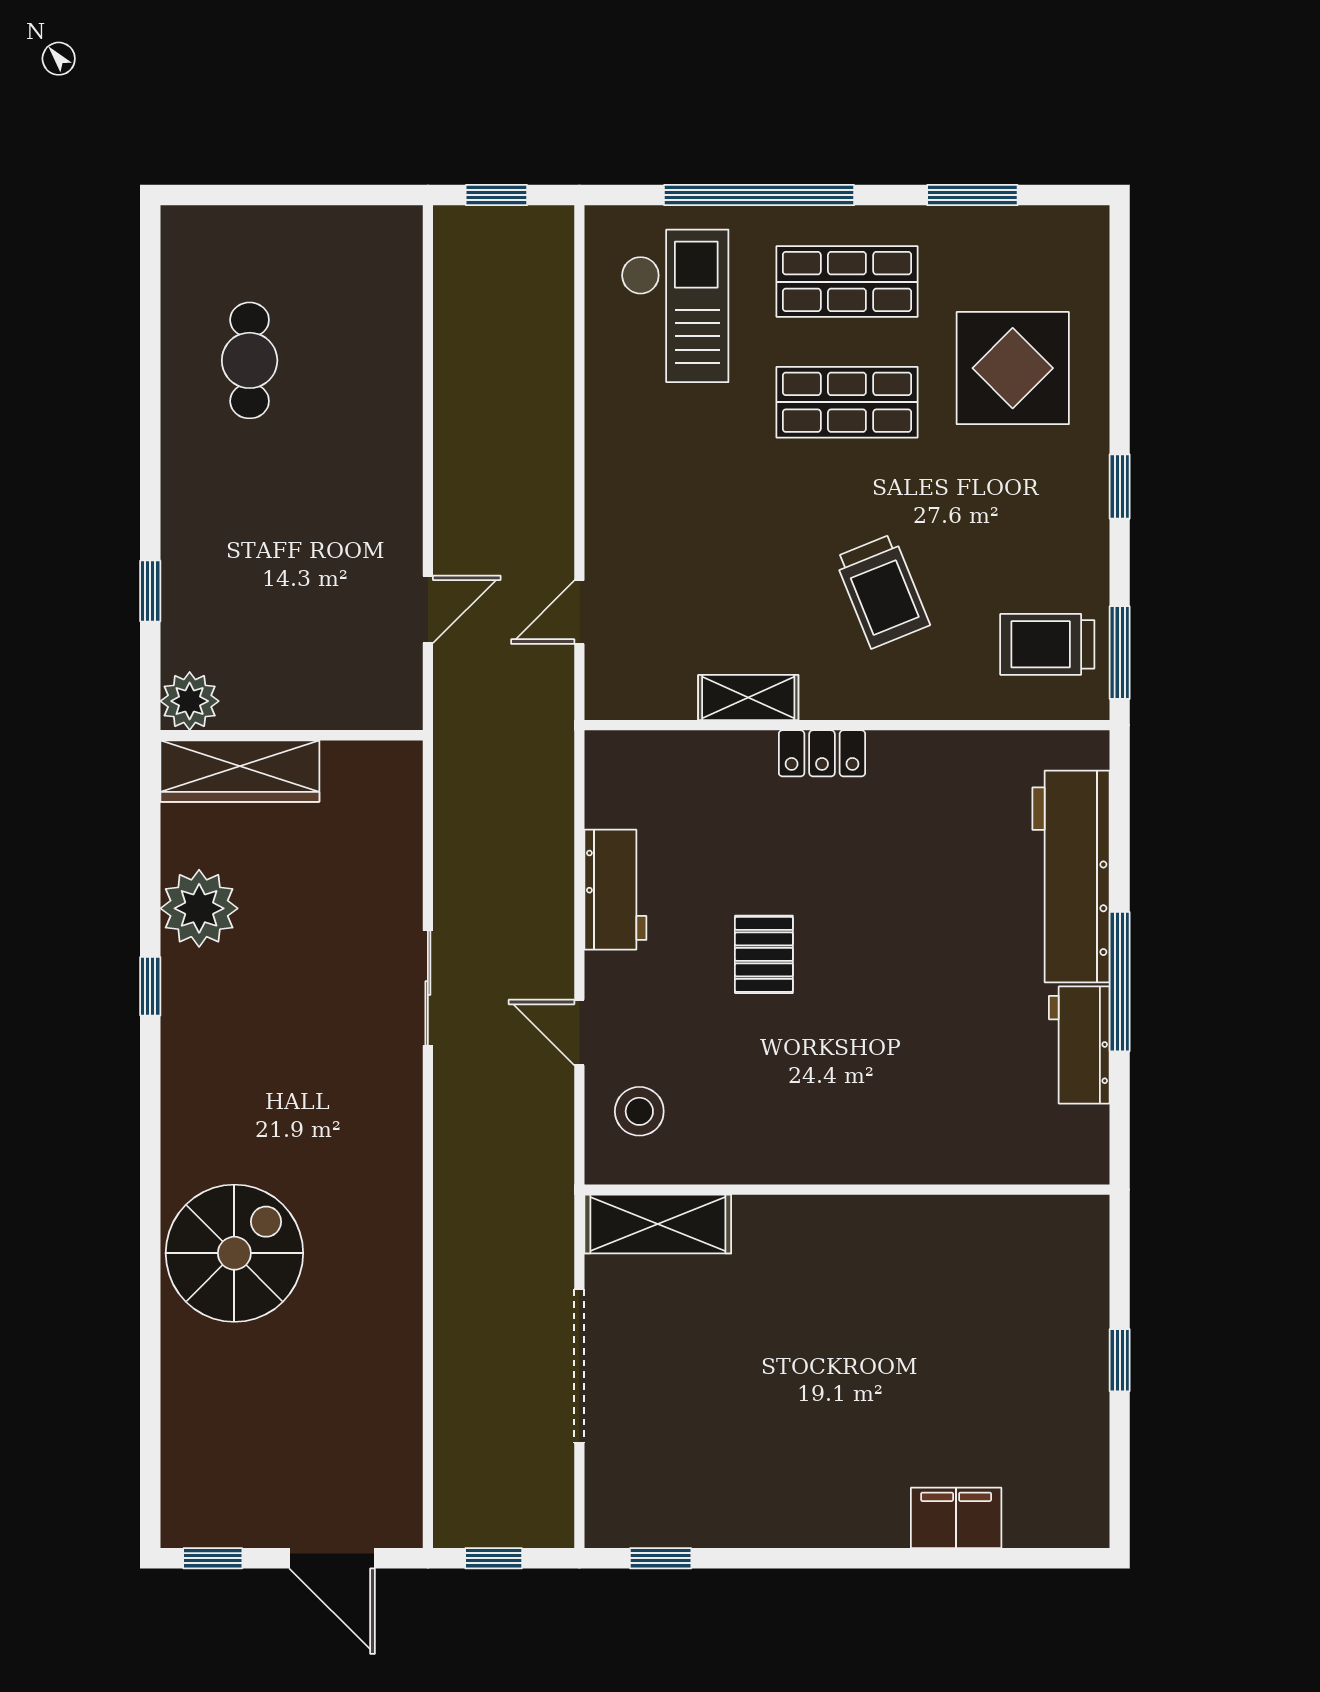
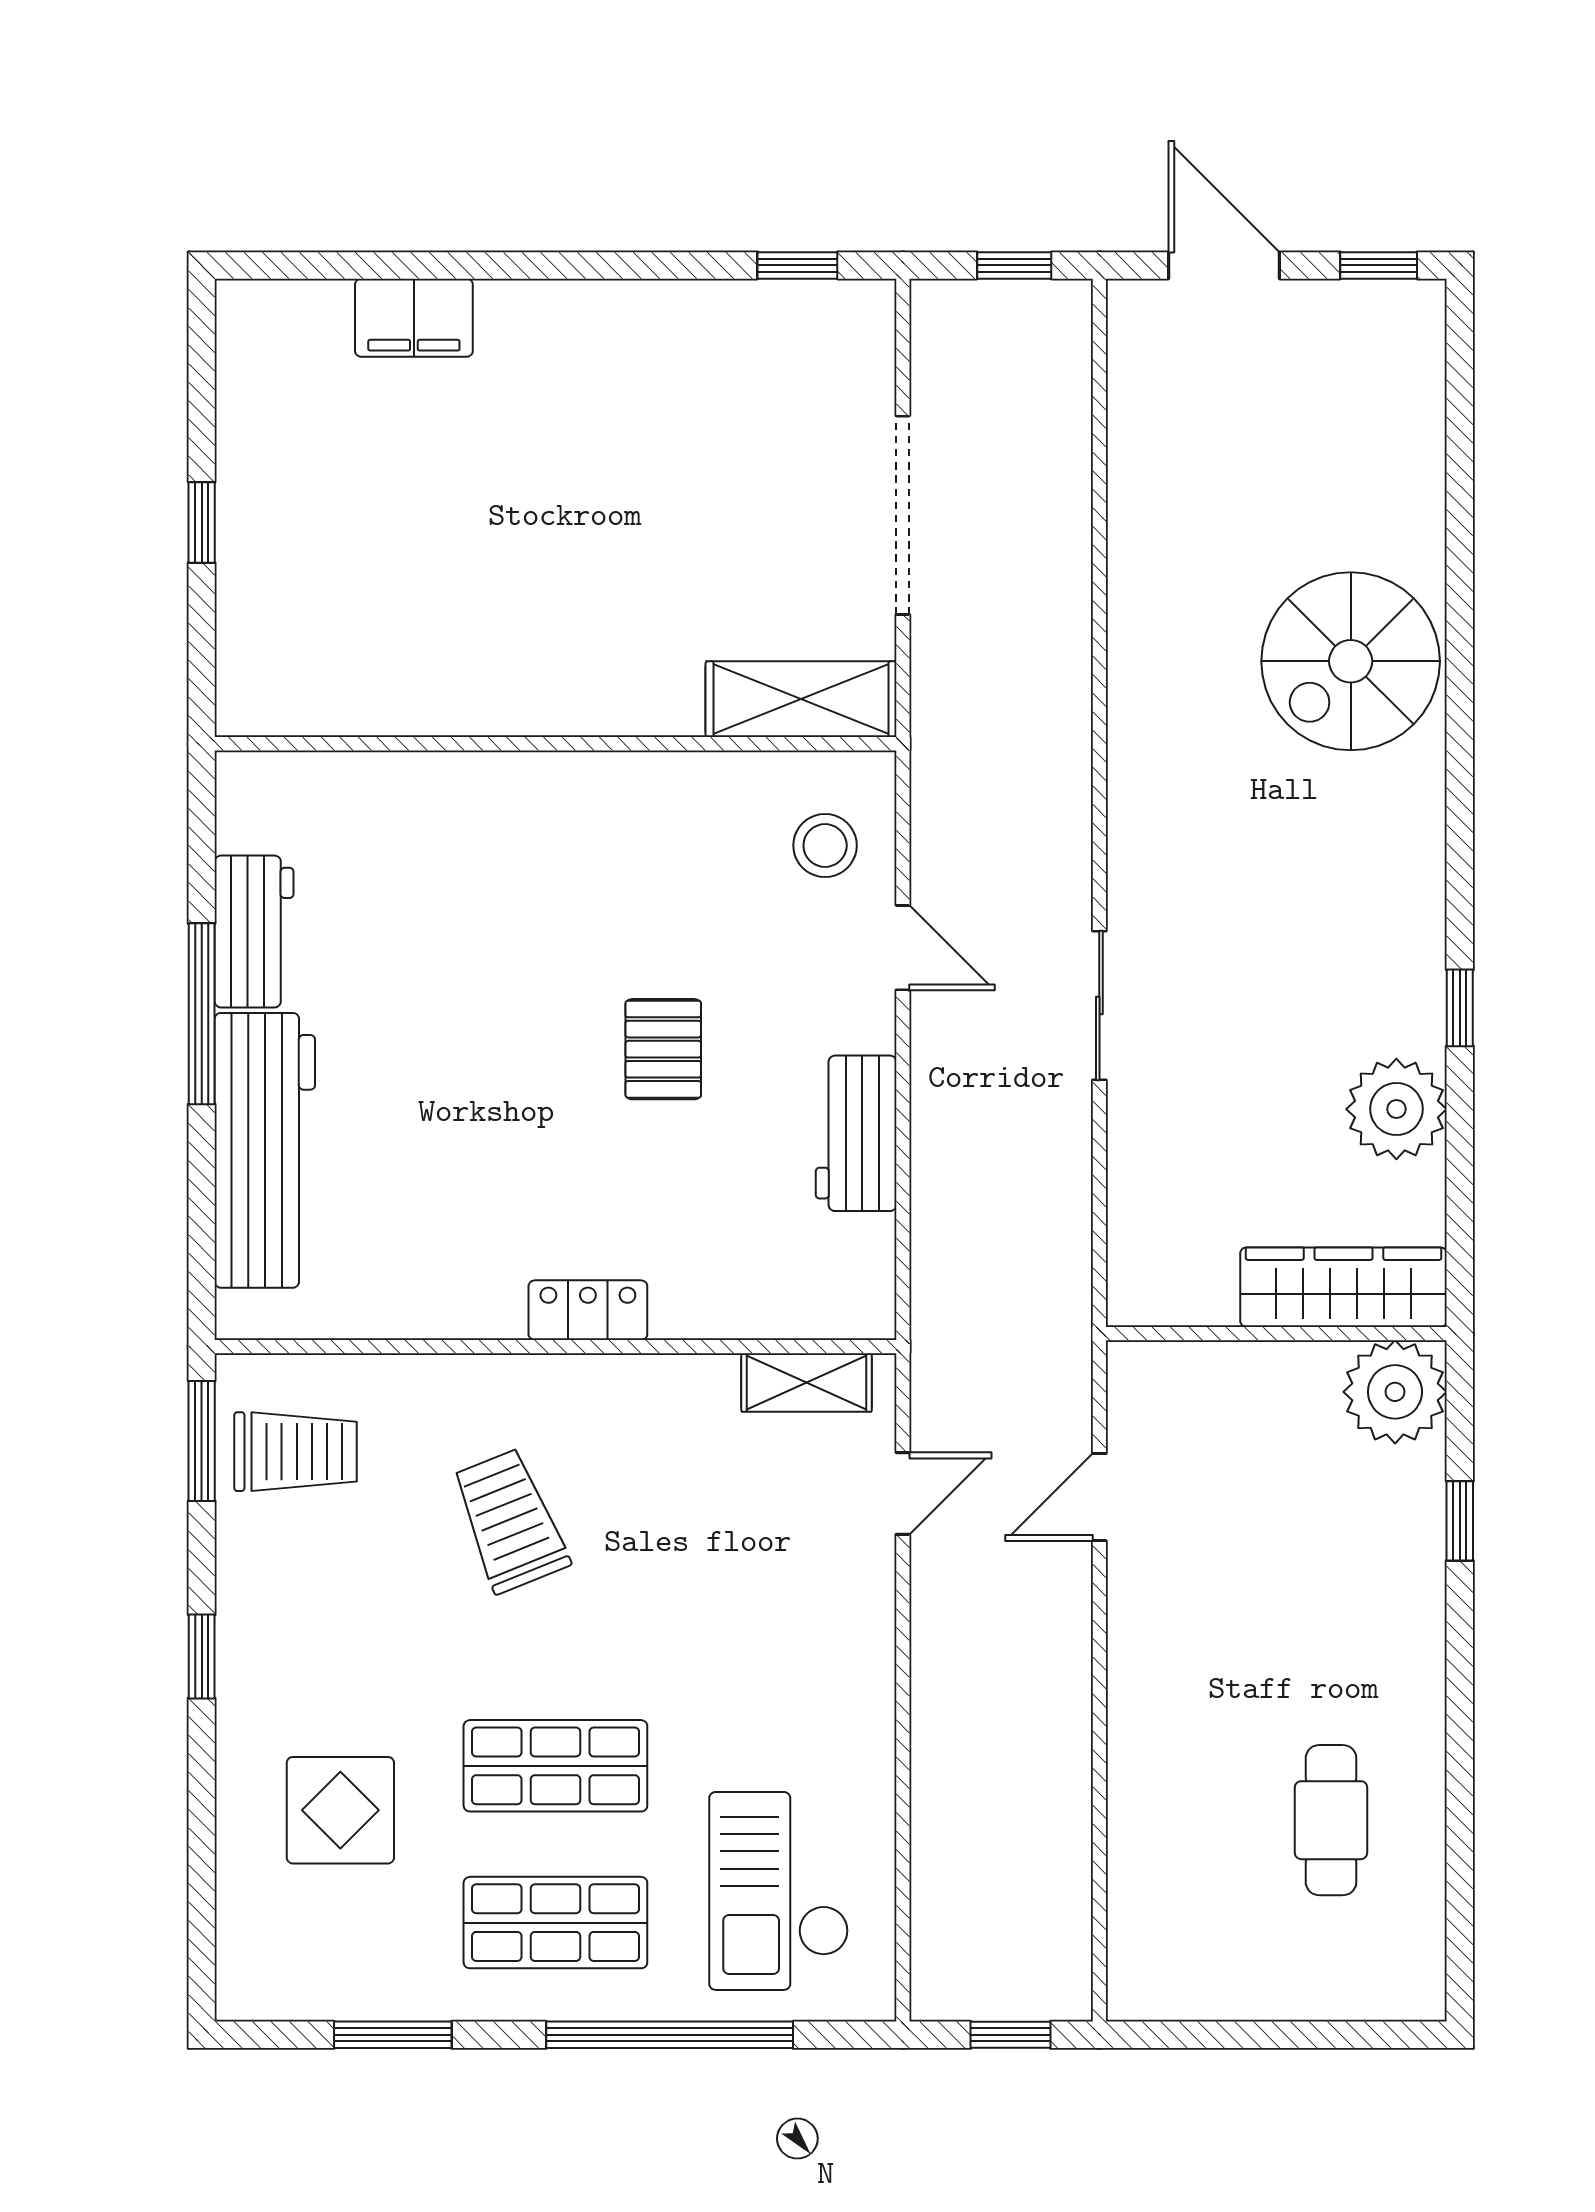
display table: (1013, 368) -> (340, 1810), width x0.73, depth x0.73
shelving: (748, 698) -> (807, 1383), moved
plant: (190, 701) -> (1395, 1392), width x1.36, depth x1.36

